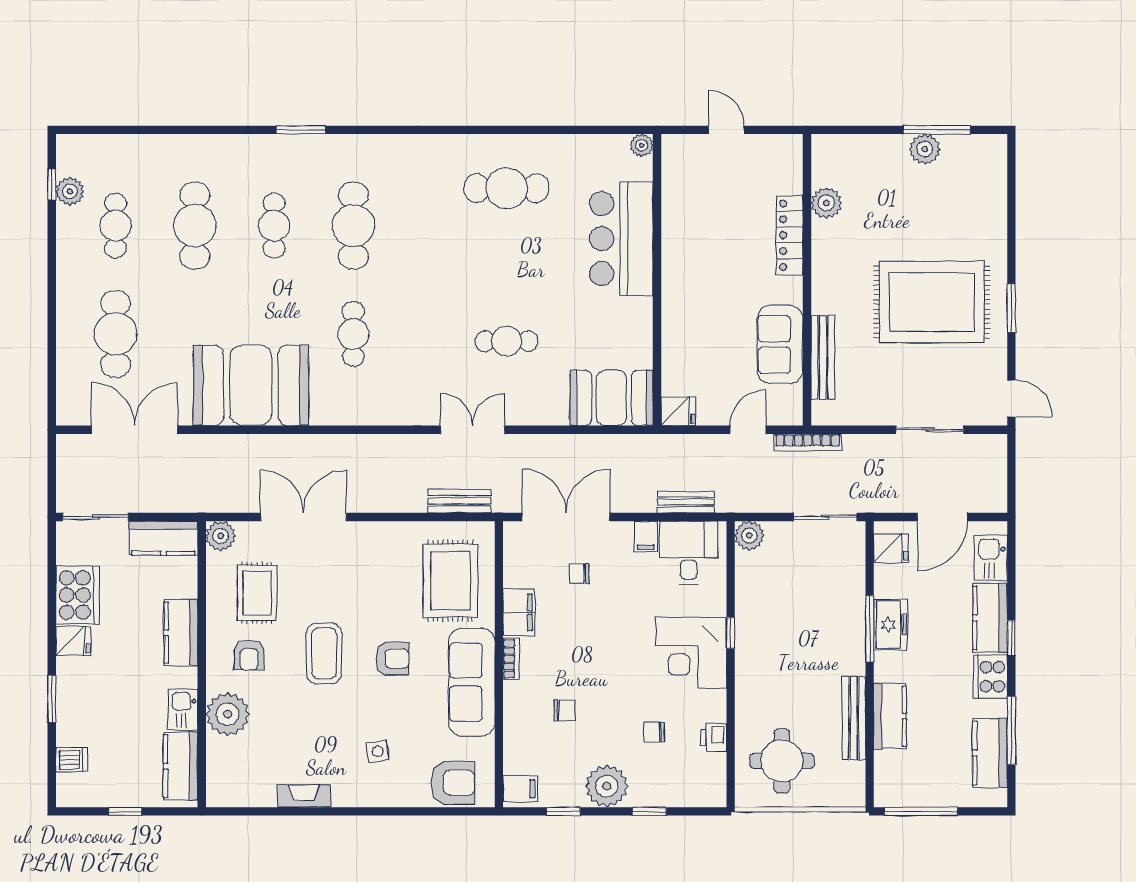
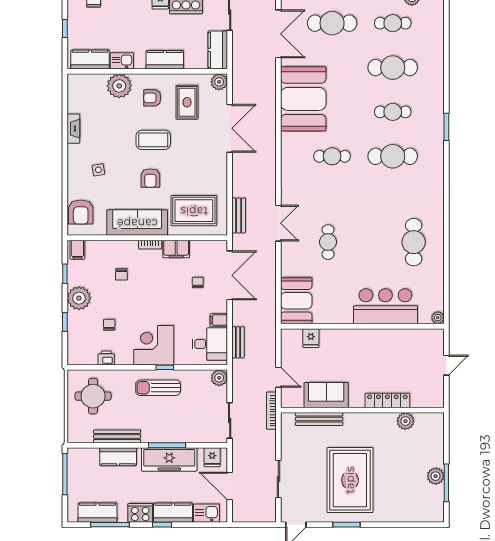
fridge: (678, 411) -> (311, 338), moved
rug: (257, 593) -> (187, 102), turned 90
freezer: (891, 625) -> (169, 459), width x1.91, depth x1.26
sun lounger: (767, 645) -> (158, 388), added

